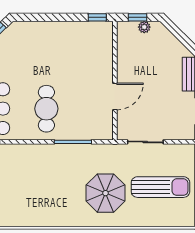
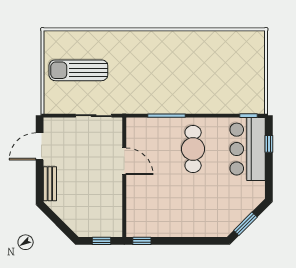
plant: (144, 27) -> (95, 231), removed
door: (115, 96) -> (124, 161), swing flipped
parasol: (105, 193) -> (134, 64), removed

